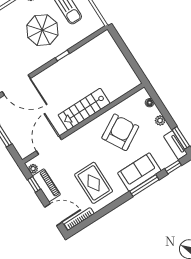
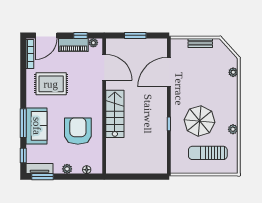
armchair: (120, 132) -> (78, 131), turned -150

